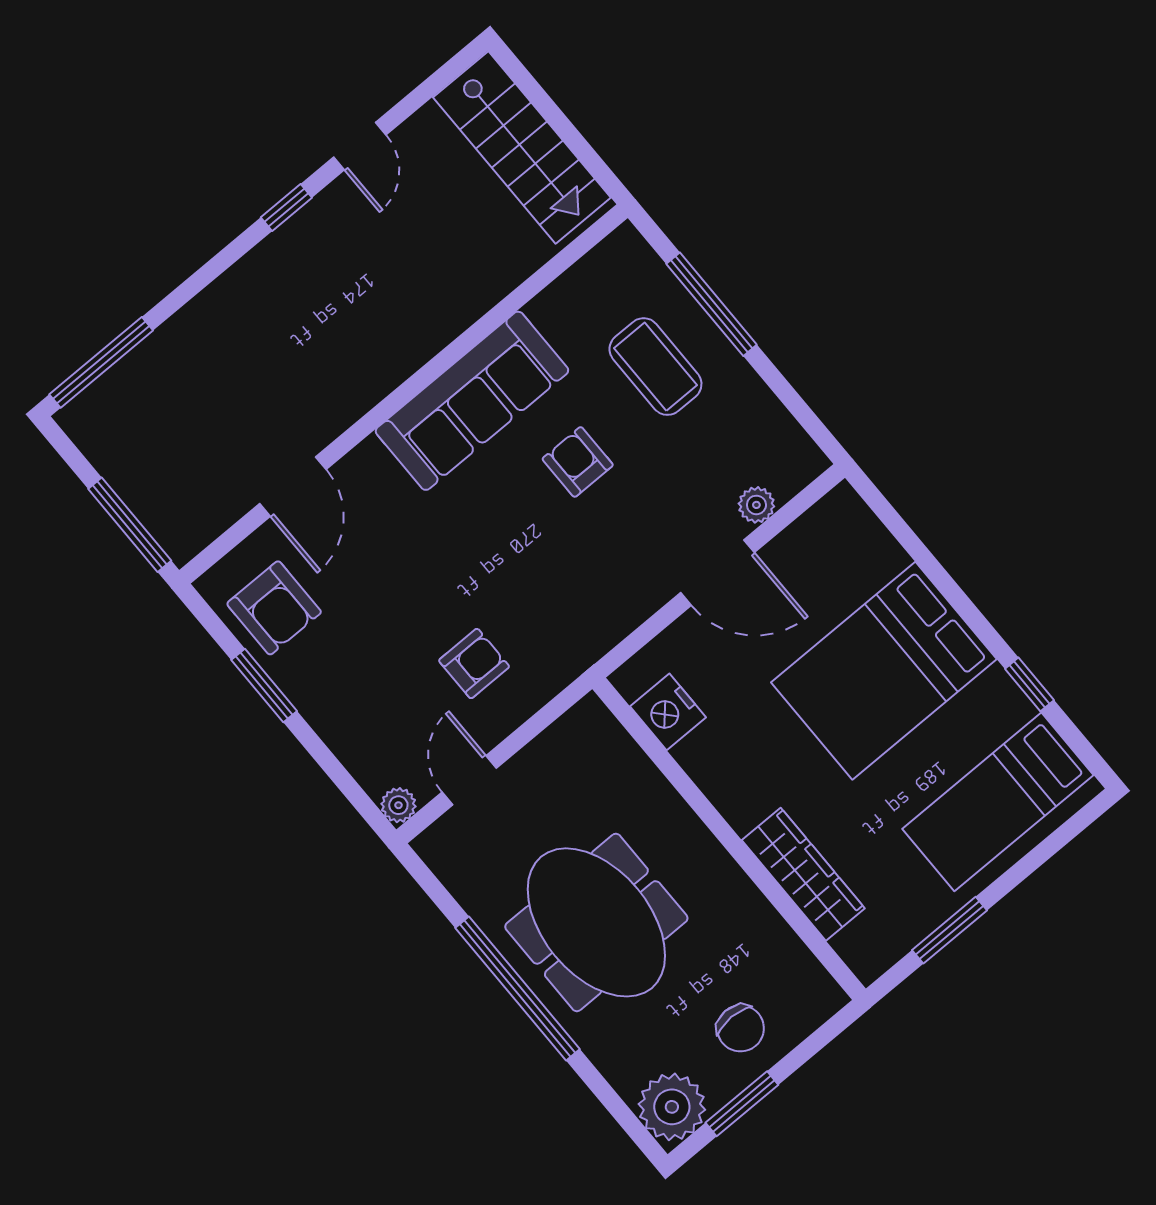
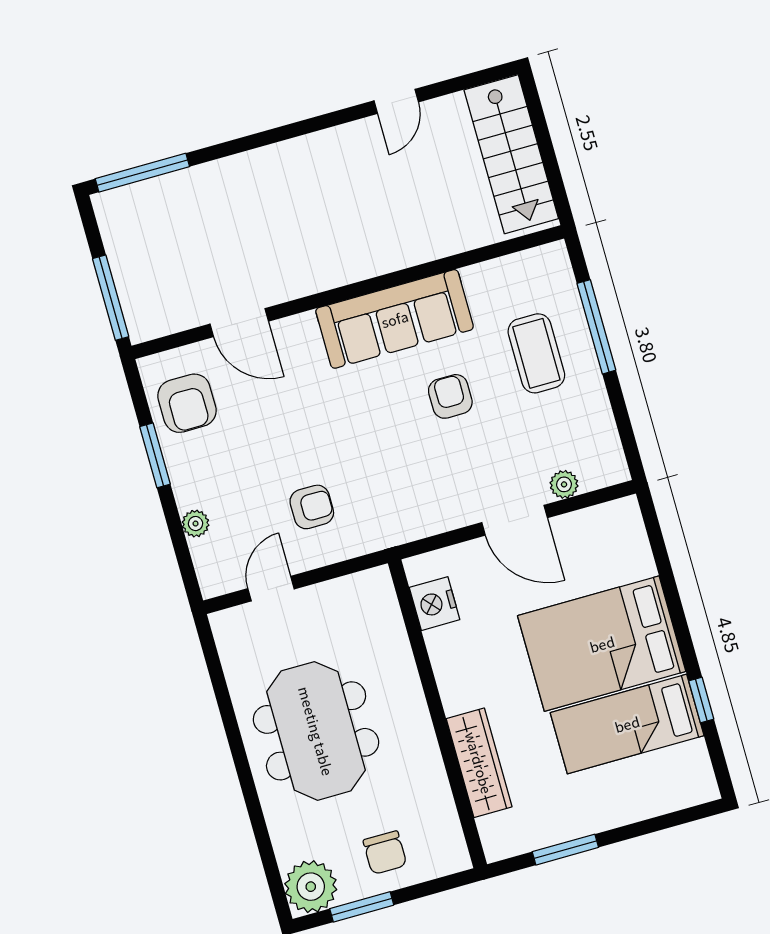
window: (286, 208) -> (324, 122), removed
door: (293, 487) -> (239, 323), hinge flipped
bed: (998, 802) -> (627, 724), moved
plant: (398, 805) -> (196, 524), moved
window: (518, 989) -> (239, 753), removed

